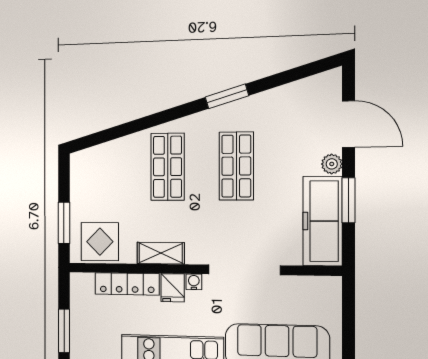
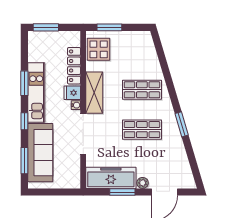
shelving: (161, 253) -> (94, 93), width x1.50, depth x1.33

